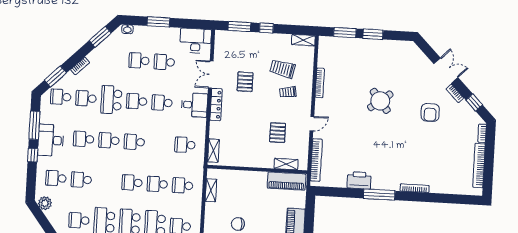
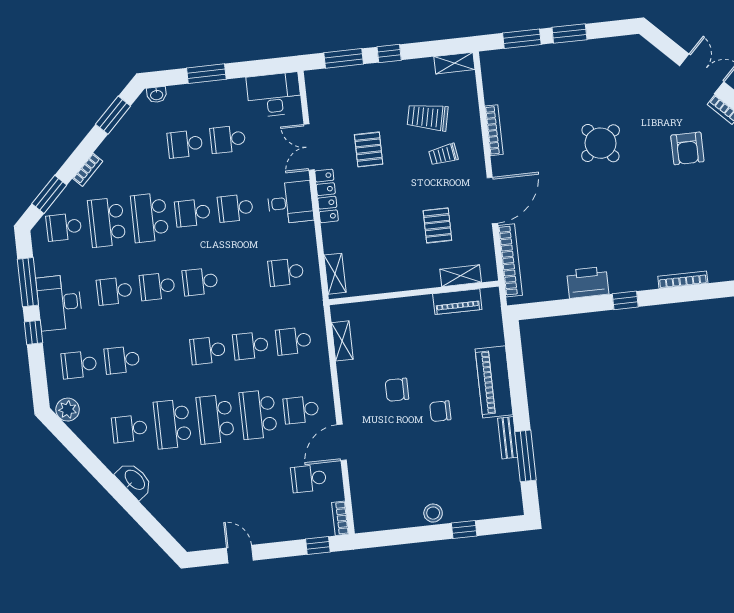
school desk: (86, 98) -> (107, 222), width x1.85
door: (312, 124) -> (492, 201), width x1.88
piano: (287, 181) -> (457, 302), width x0.73, depth x0.75
window: (379, 195) -> (625, 300), width x0.46

